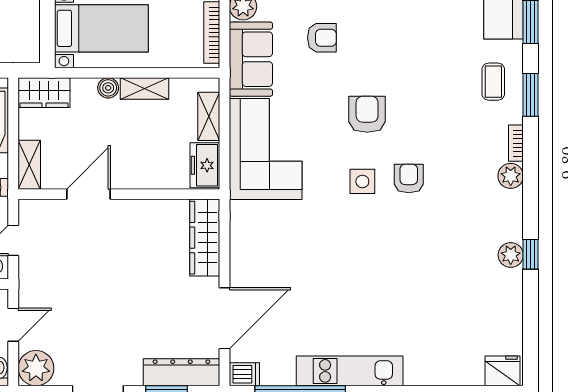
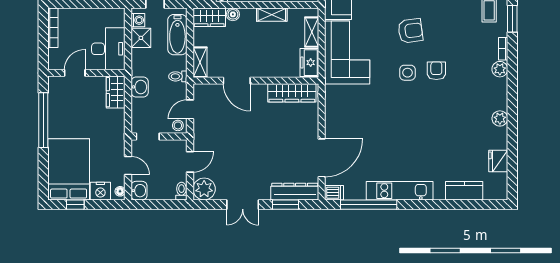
boiler: (108, 88) -> (233, 14), moved
armchair: (367, 114) -> (410, 31), turned 82
door: (88, 194) -> (237, 81), swing flipped
wardrobe: (205, 238) -> (292, 93), moved, turned -90
window: (530, 254) -> (512, 118), removed
kitchen counter: (453, 371) -> (464, 191), added
fridge: (503, 371) -> (498, 161), moved, turned -90

